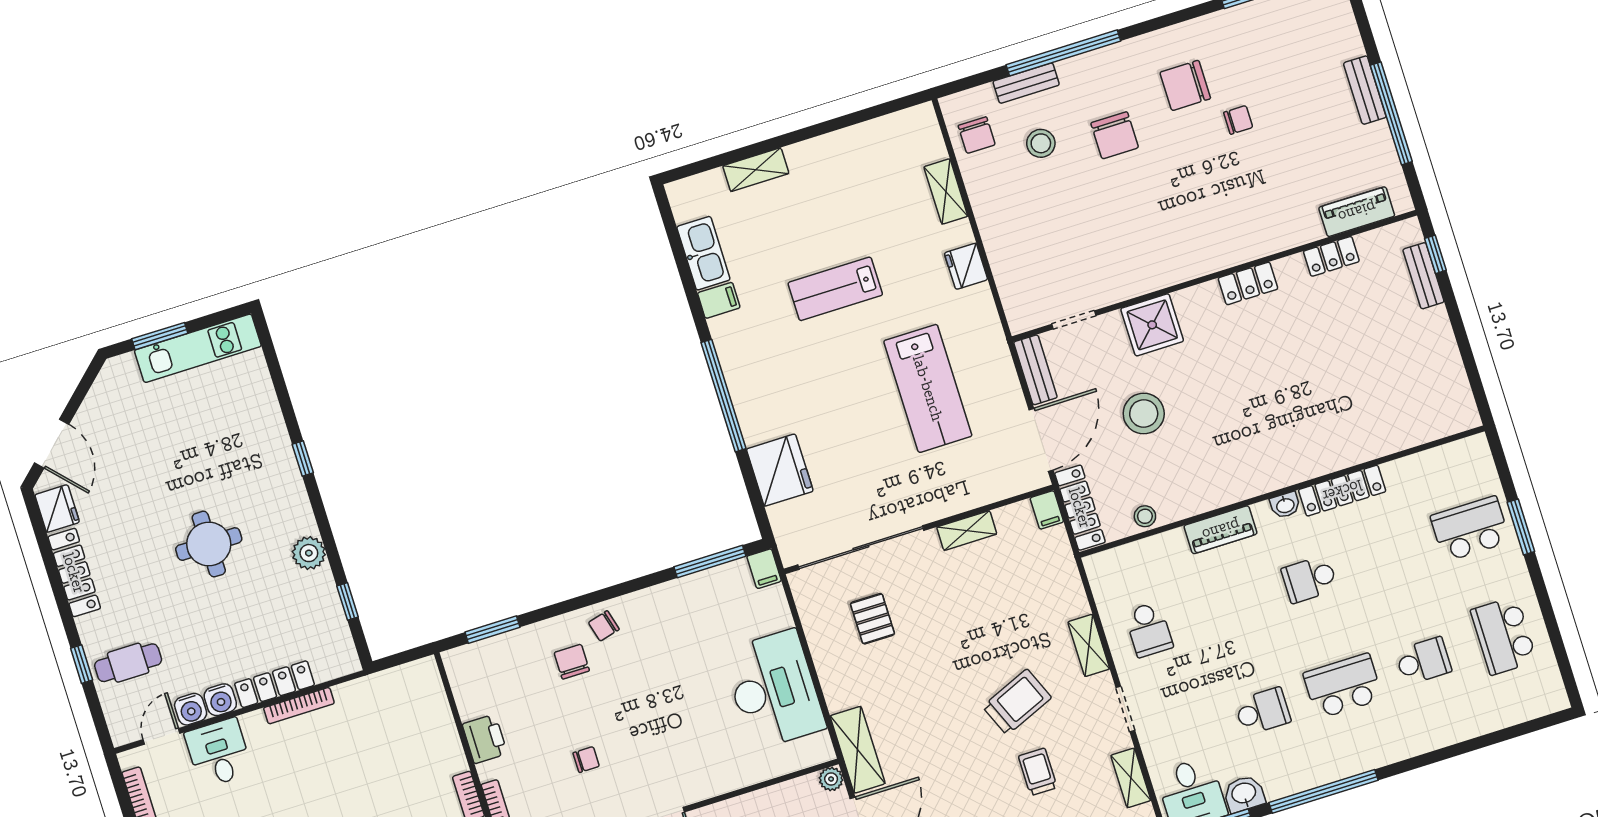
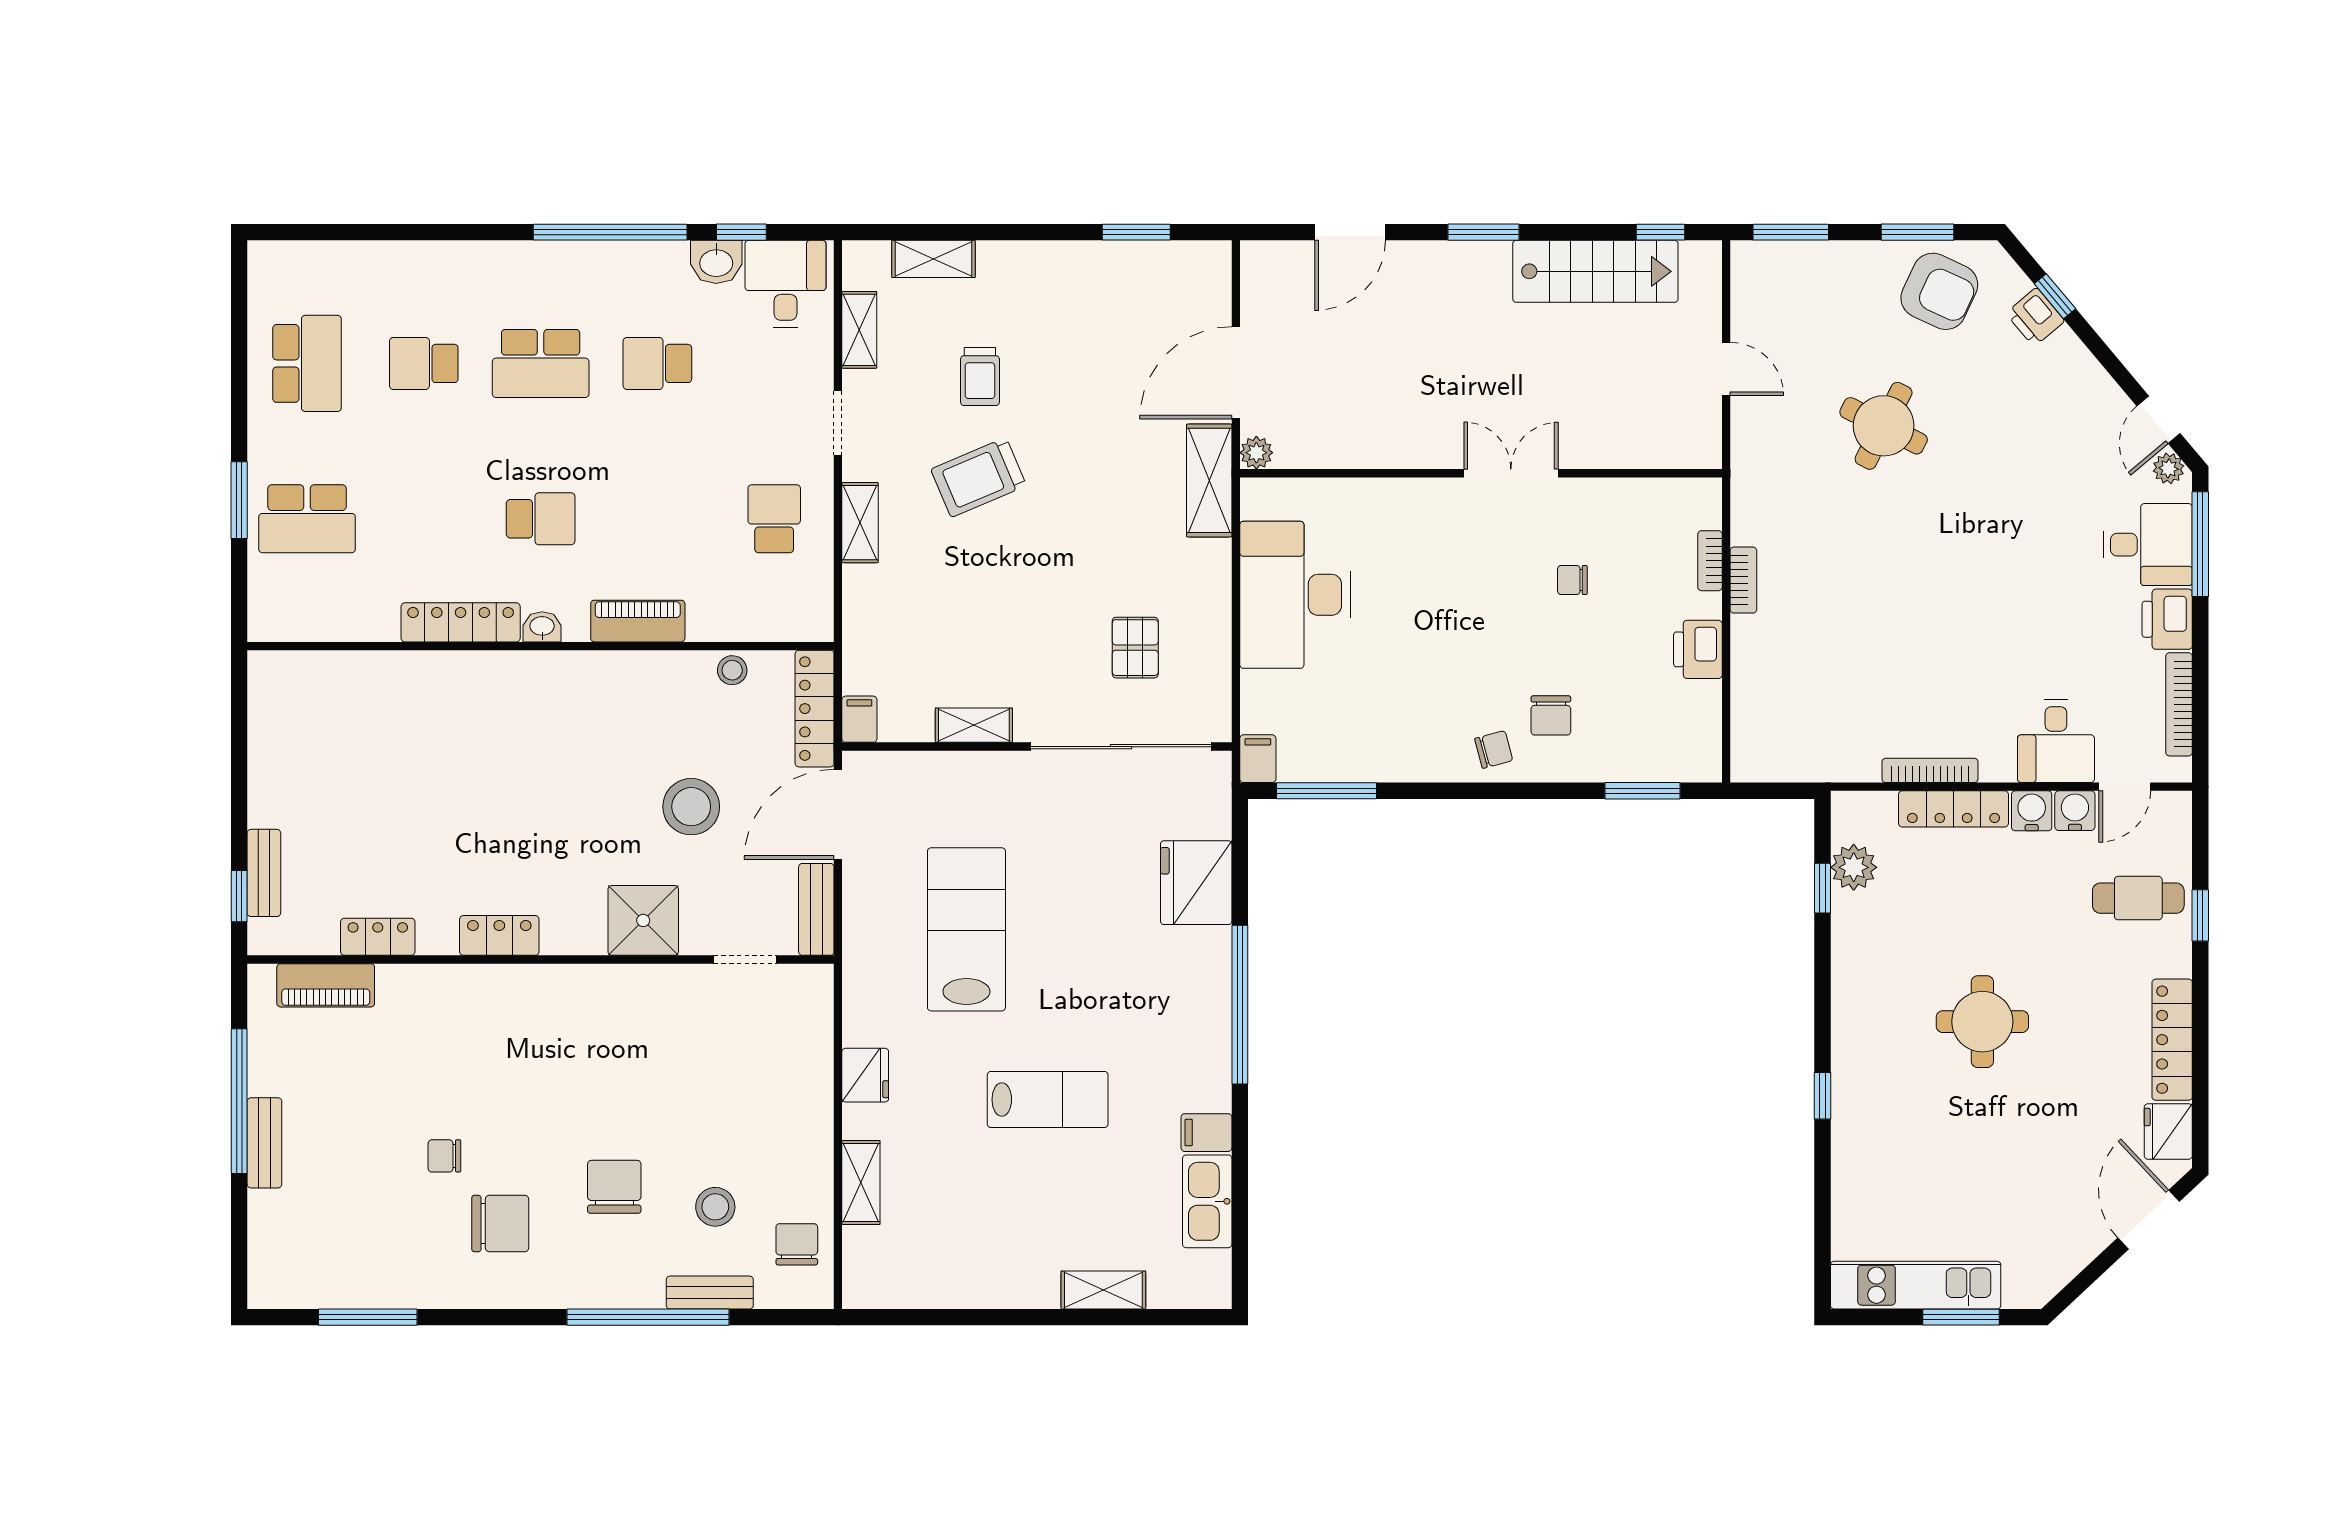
plant: (309, 553) -> (1854, 867), moved

